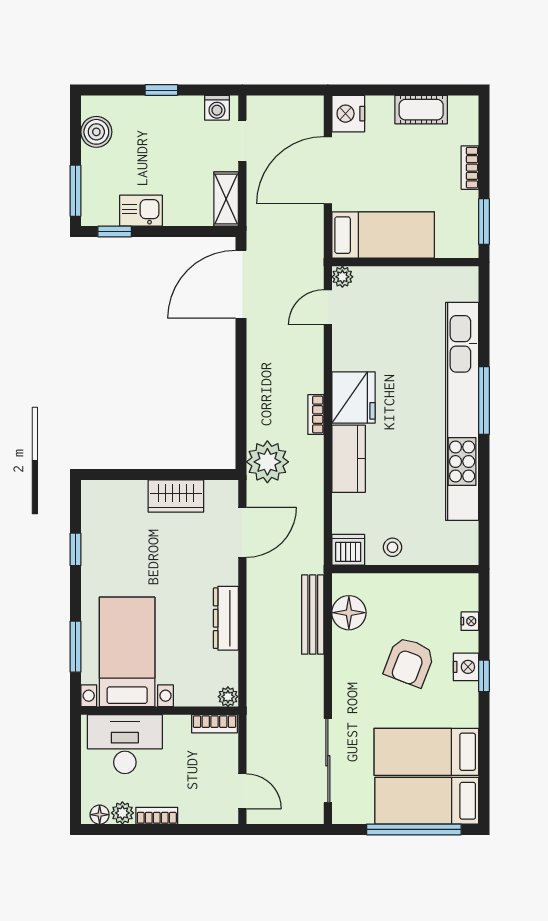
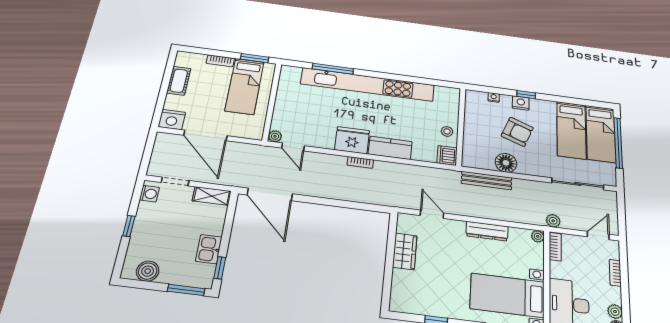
bed: (383, 235) -> (245, 86), moved, turned 180
window: (484, 400) -> (333, 69), moved
plant: (267, 462) -> (553, 221), moved, width x0.53, depth x0.53
door: (242, 532) -> (432, 214), width x0.73
floor lamp: (349, 613) -> (506, 163), moved
bookcase: (157, 816) -> (615, 273), moved

